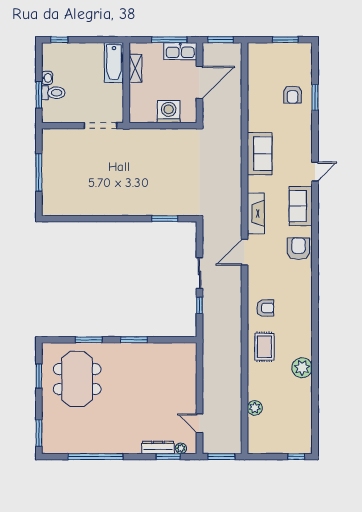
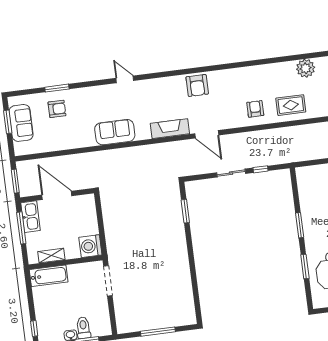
washing machine: (169, 112) -> (90, 246), moved
sofa: (301, 206) -> (21, 123), moved, turned -90
armchair: (298, 249) -> (197, 85), turned -90

